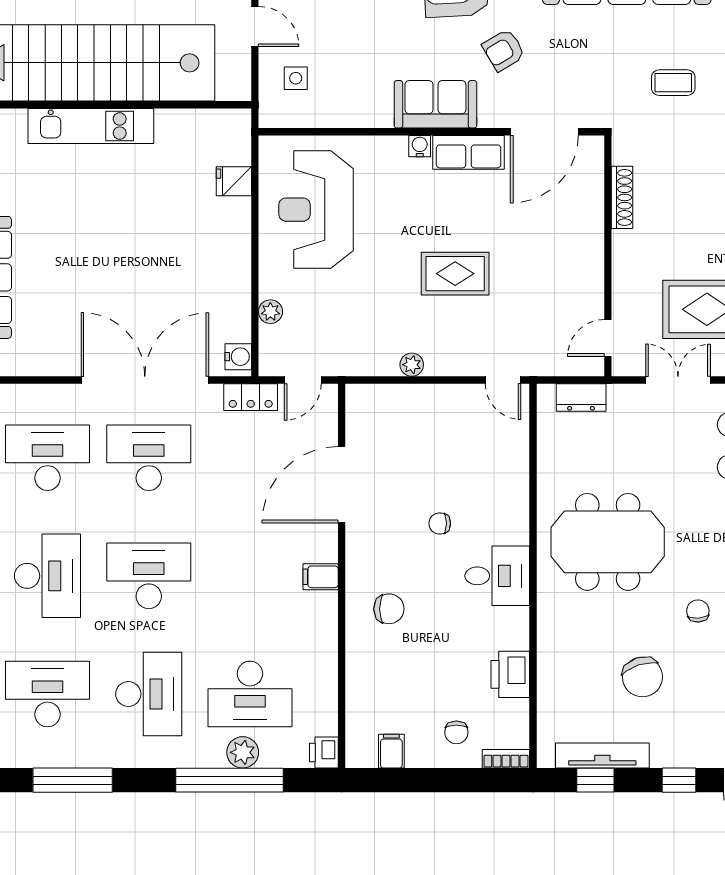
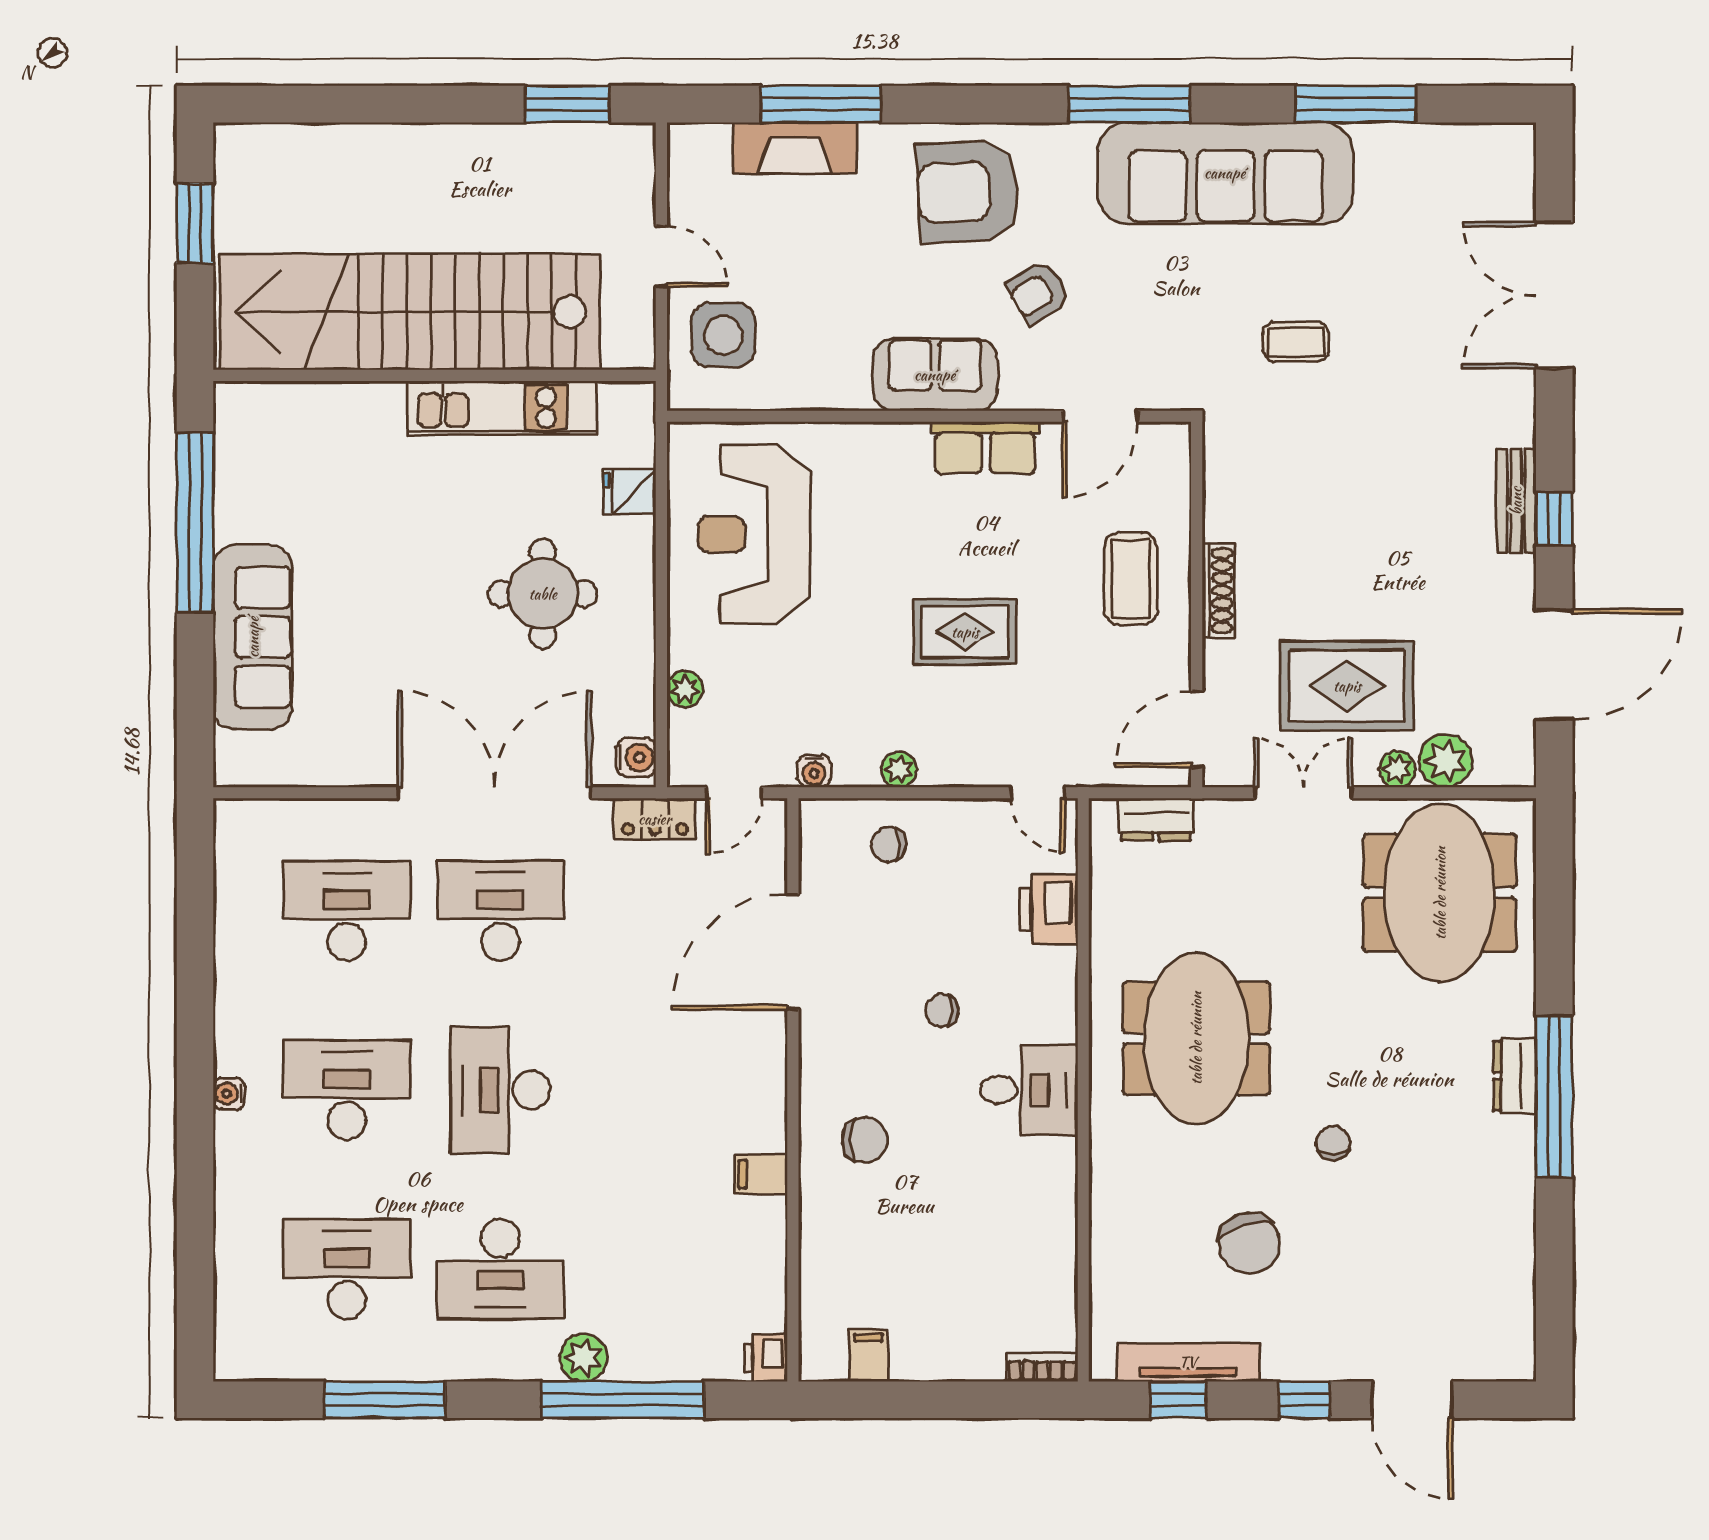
side table: (296, 78) -> (723, 335), width x1.87, depth x1.87
kitchen unit: (91, 126) -> (502, 408), moved
door: (544, 132) -> (1100, 416), width x0.73
water cooler: (420, 146) -> (814, 771), moved, turned 180
shoe rack: (622, 197) -> (1218, 591), moved
coffee table: (564, 239) -> (1131, 579), added
round table: (177, 249) -> (543, 594), added
door: (608, 338) -> (1197, 729), width x1.38
meeting table: (608, 542) -> (1196, 1038), turned 90
desk: (47, 576) -> (347, 1090), turned -90
desk: (149, 576) -> (500, 1090), turned -90
filing cabinet: (321, 577) -> (761, 1174), moved
printer: (510, 674) -> (1049, 909), moved
desk: (149, 694) -> (500, 1269), turned 90
desk: (250, 694) -> (654, 1269), removed
chair: (456, 732) -> (889, 844), moved, turned 90
plant: (243, 752) -> (583, 1358), moved

